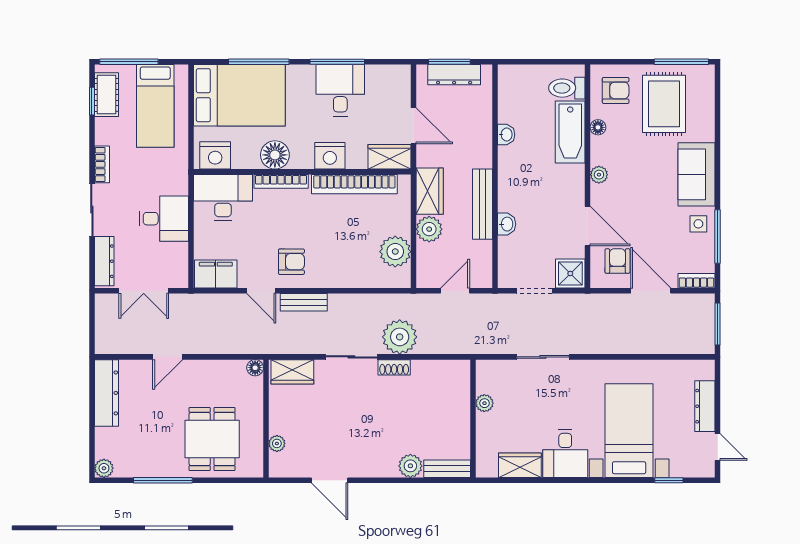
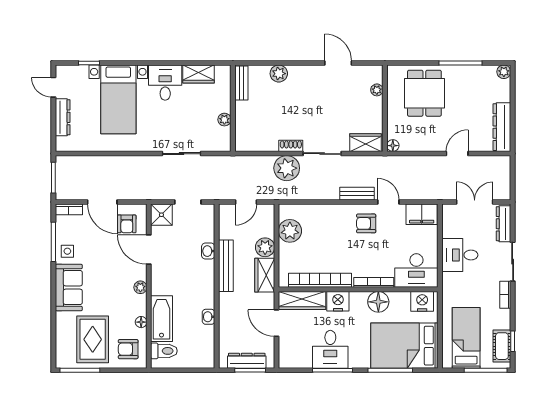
wardrobe: (389, 157) -> (302, 300), width x1.50
bench: (447, 469) -> (241, 83), moved, turned 90

